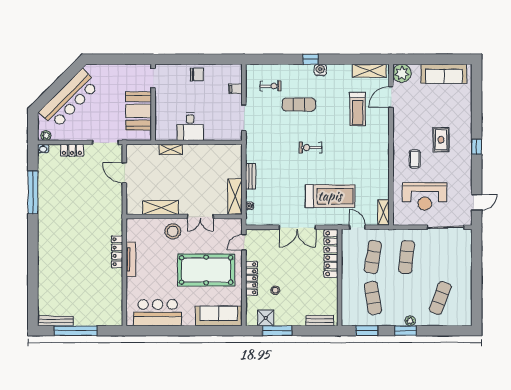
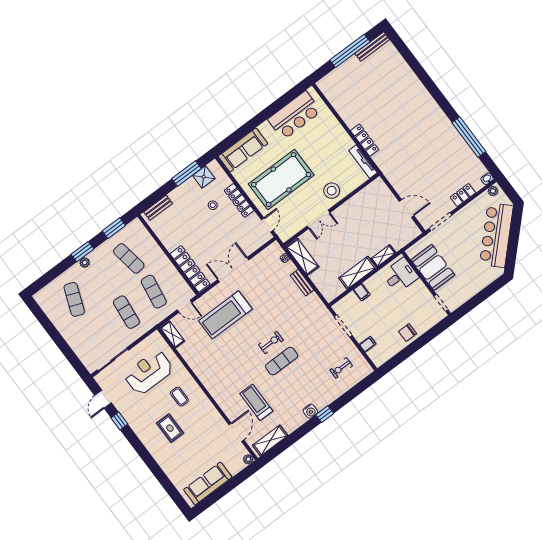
plant: (402, 73) -> (248, 459), width x0.53, depth x0.53
exercise mat: (299, 105) -> (282, 361), moved
desk: (190, 127) -> (400, 275), moved, turned 90
filing cabinet: (209, 133) -> (362, 292), added
window: (477, 147) -> (119, 421), moved
shelving: (160, 208) -> (357, 273), moved
double door: (200, 217) -> (318, 219), swing flipped
tv unit: (131, 259) -> (363, 162), moved

